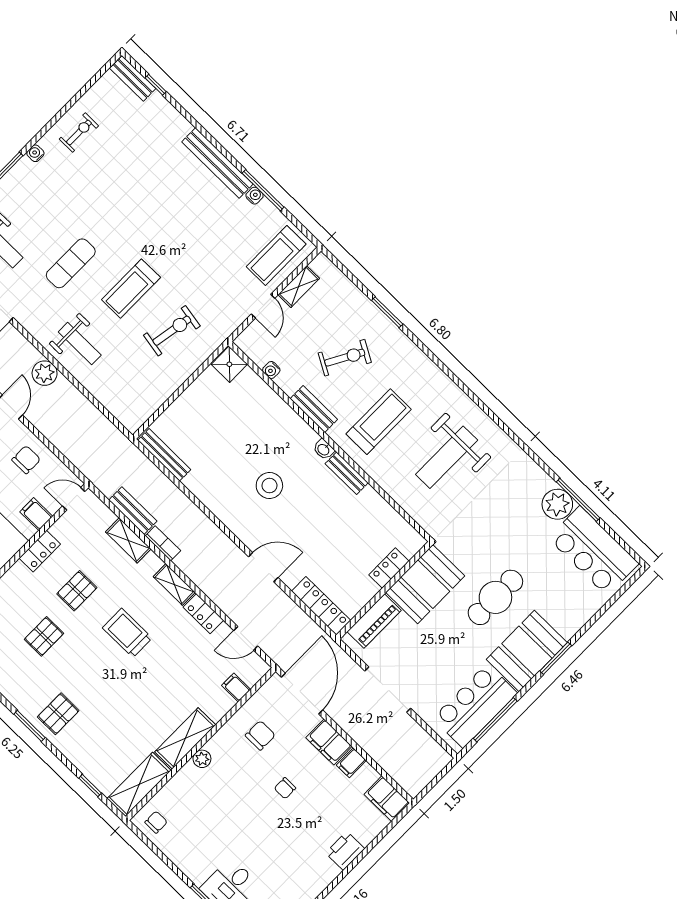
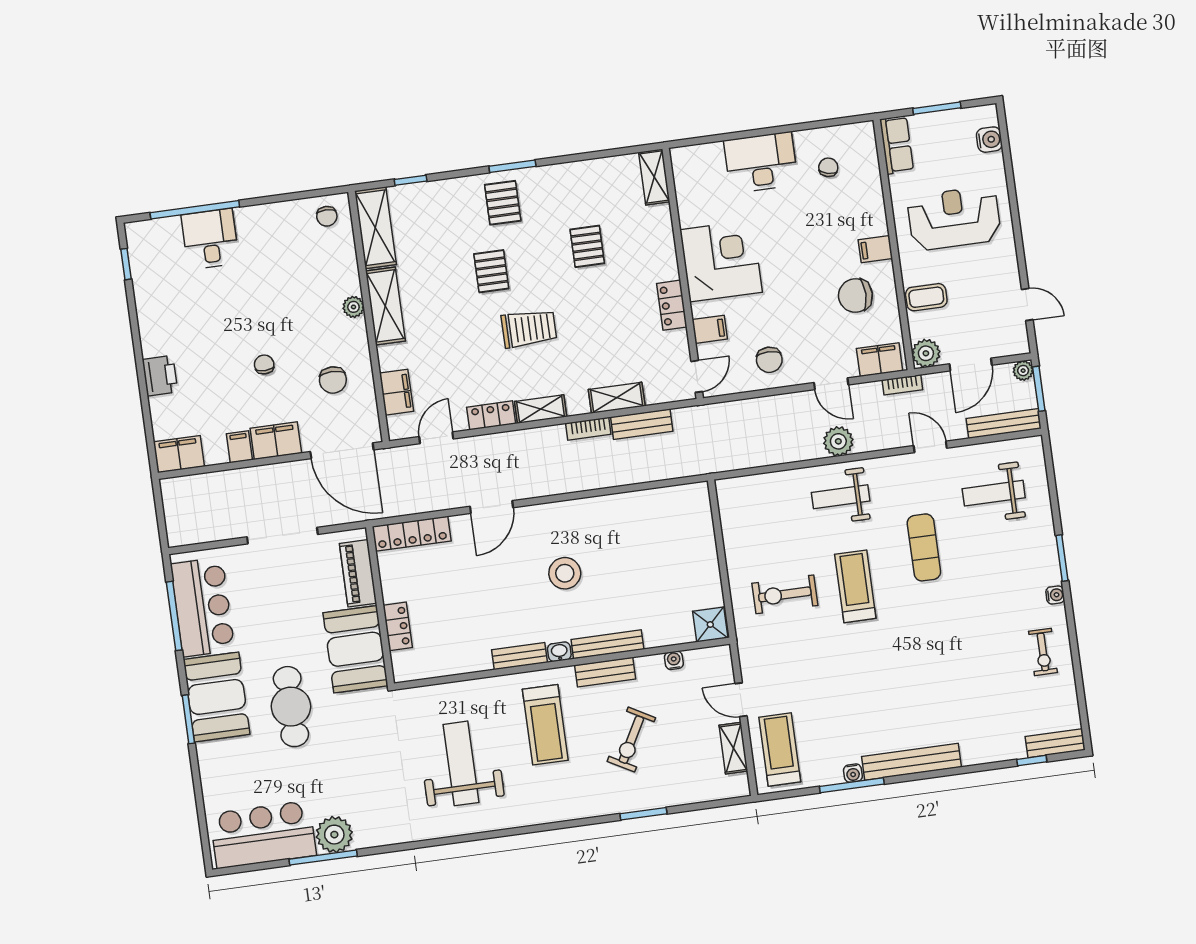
exercise bike: (172, 331) -> (785, 594), turned 80
bench: (164, 455) -> (607, 644), moved
pallet: (77, 591) -> (491, 271), moved
filing cabinet: (236, 687) -> (396, 392), width x2.00

